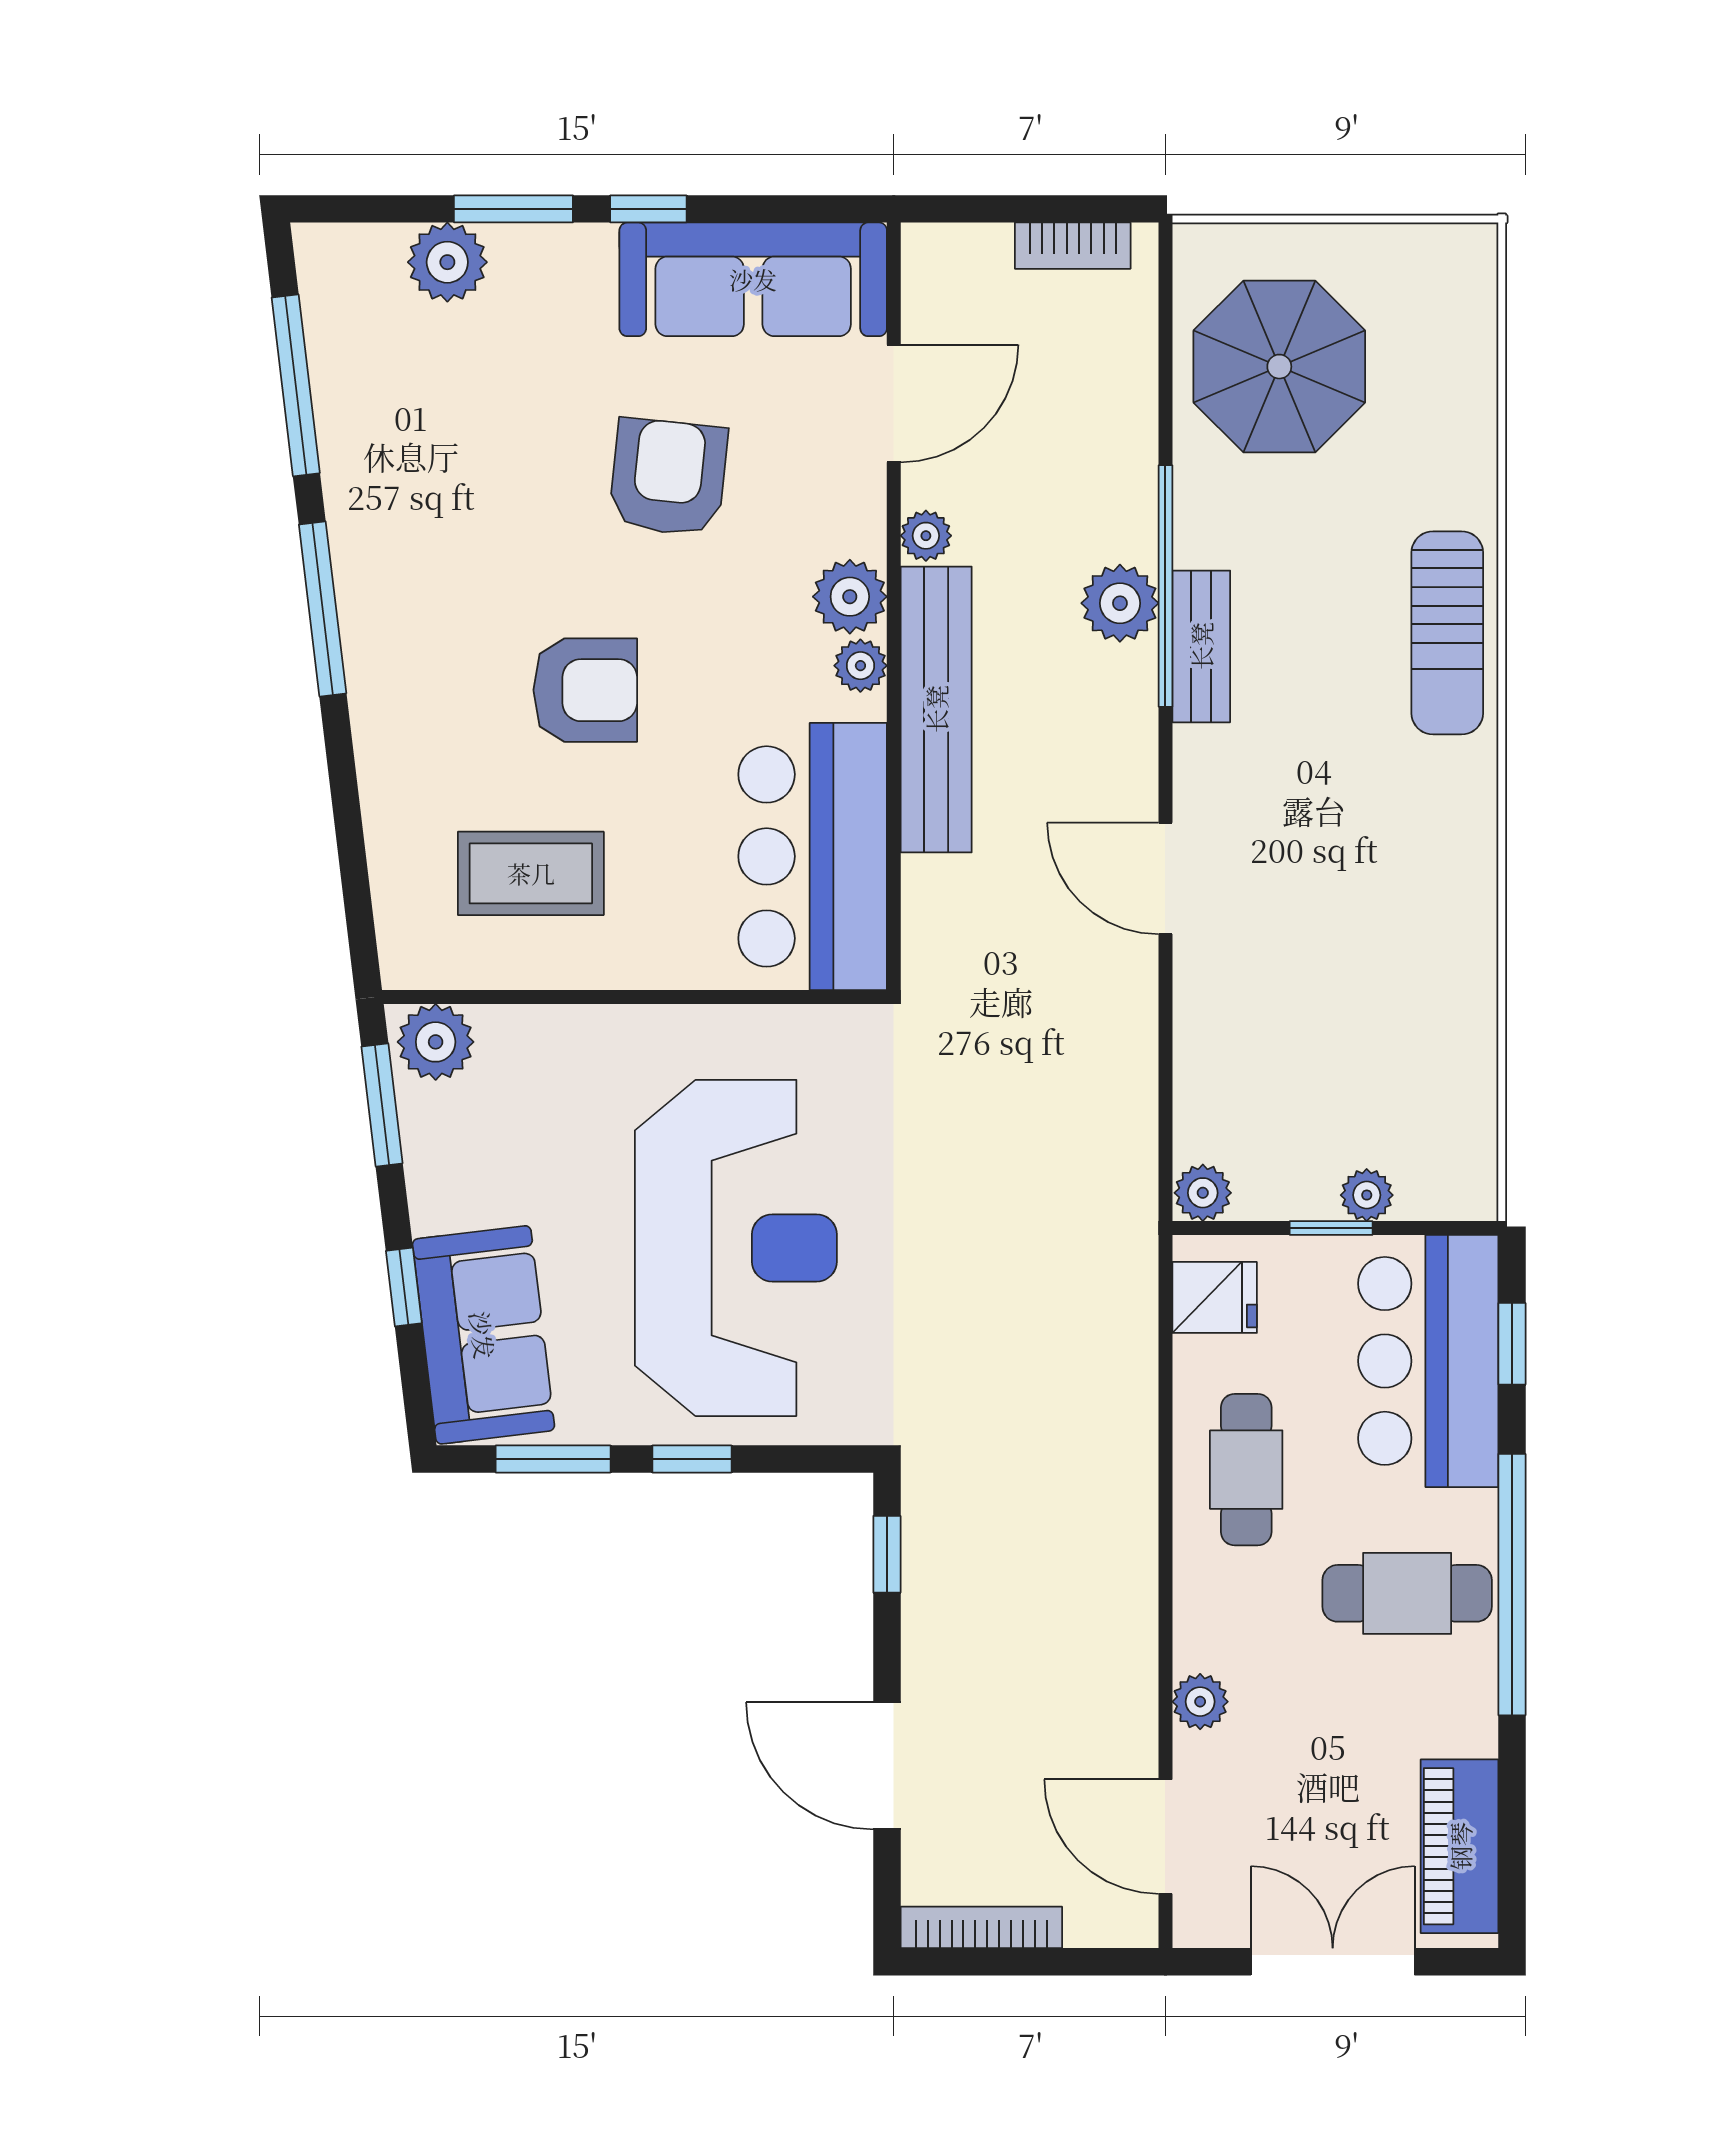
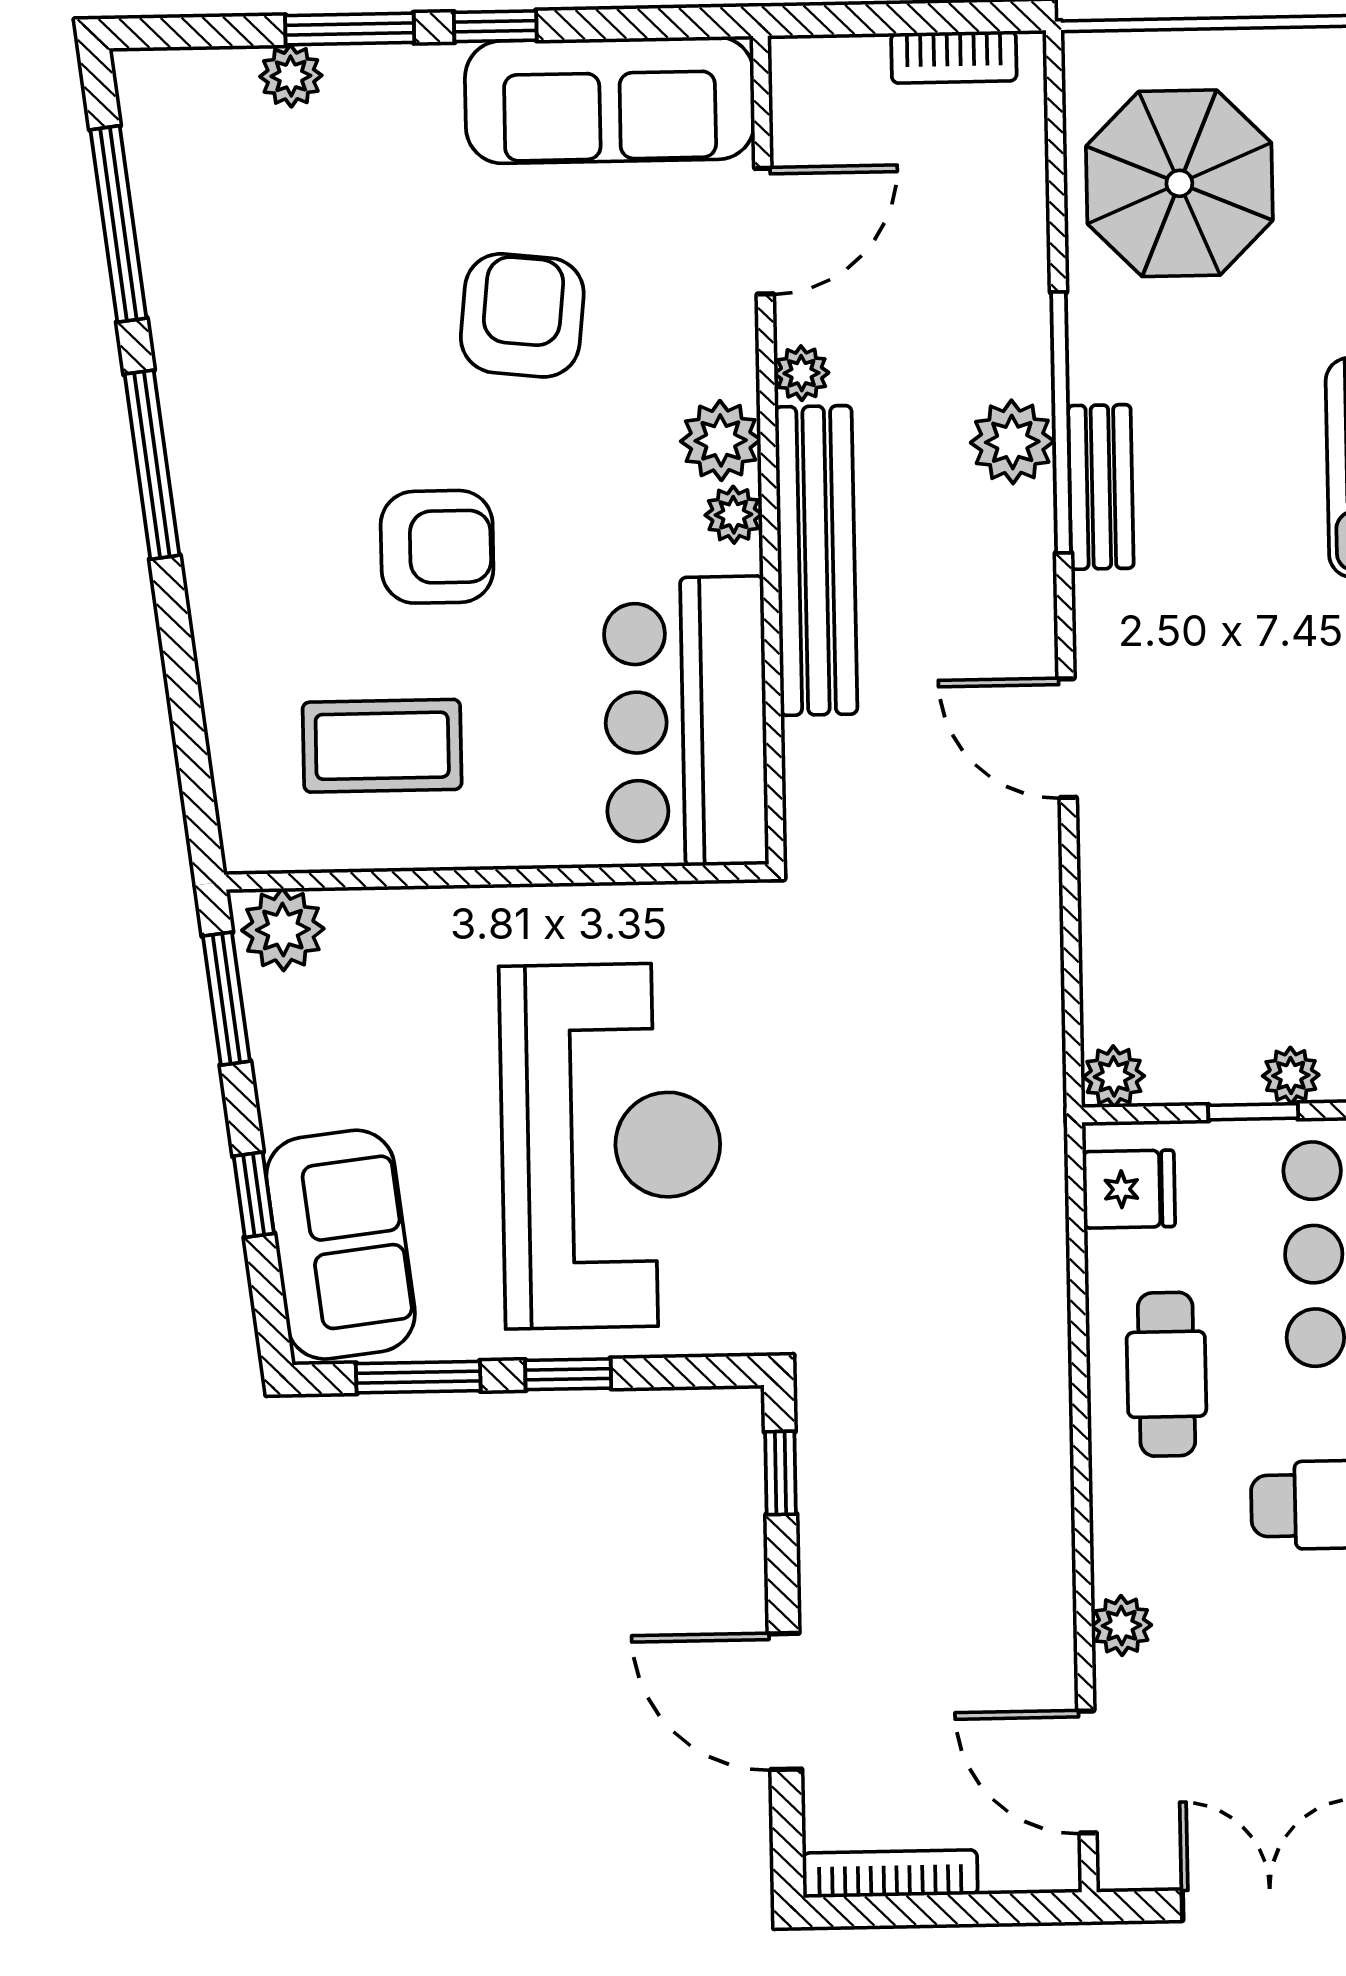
plant: (447, 262) -> (291, 76), width x0.73, depth x0.73

